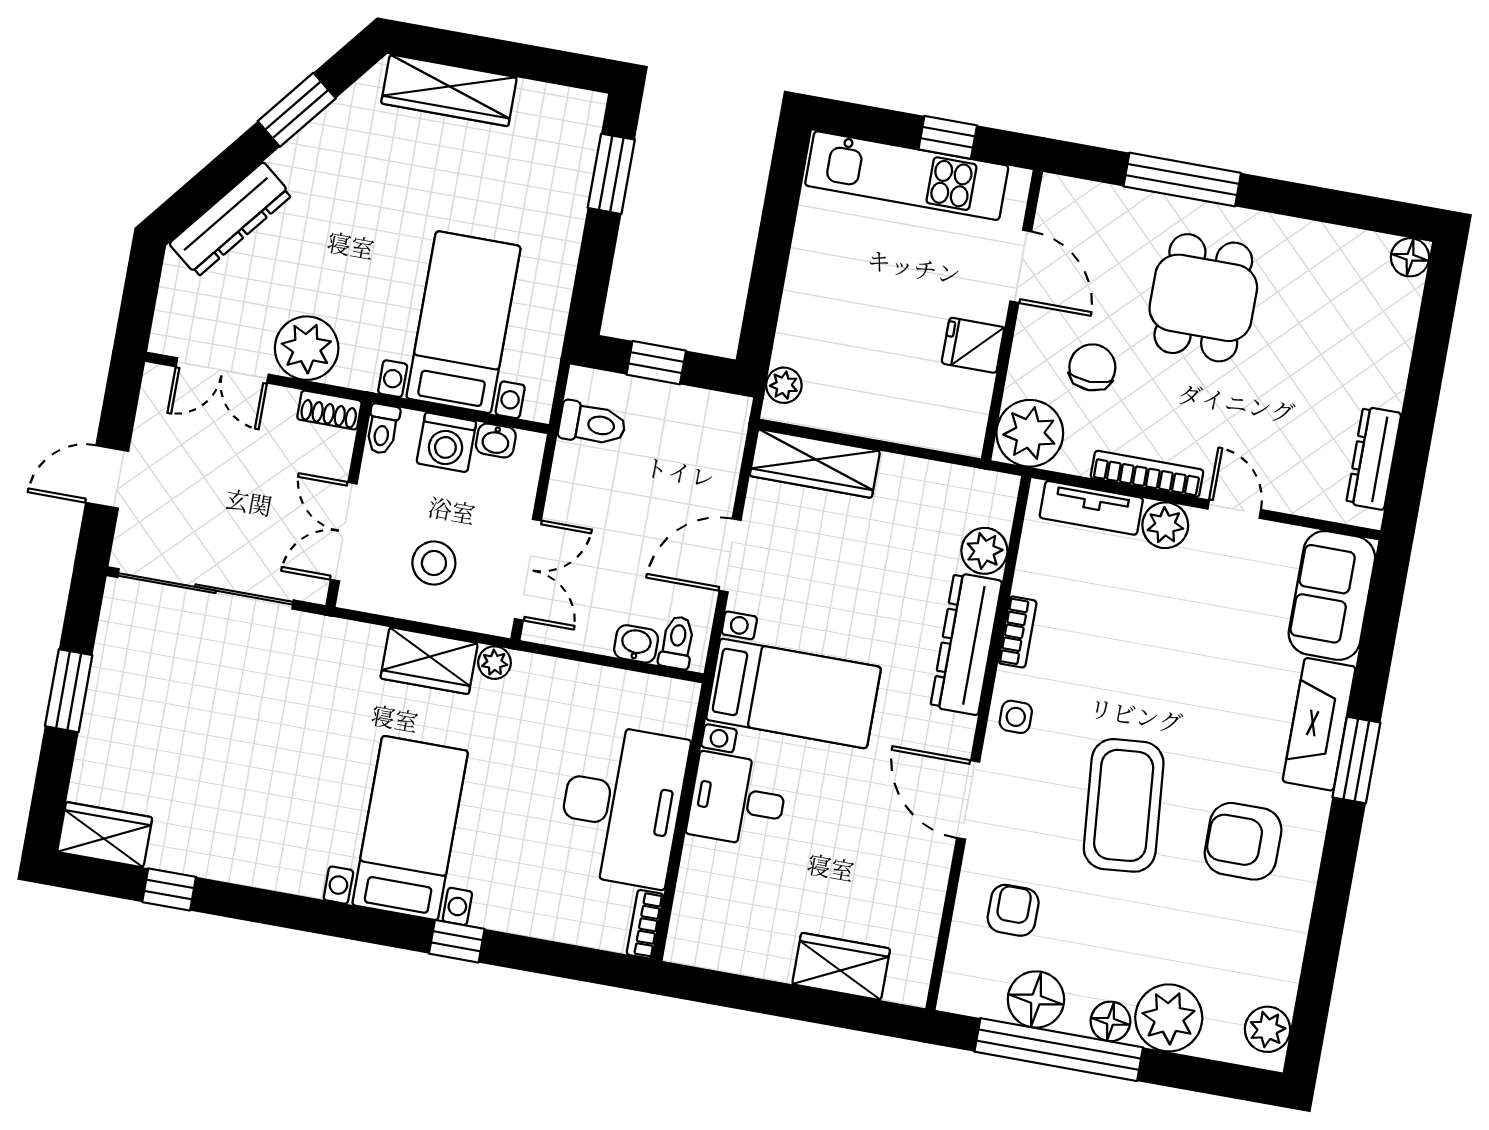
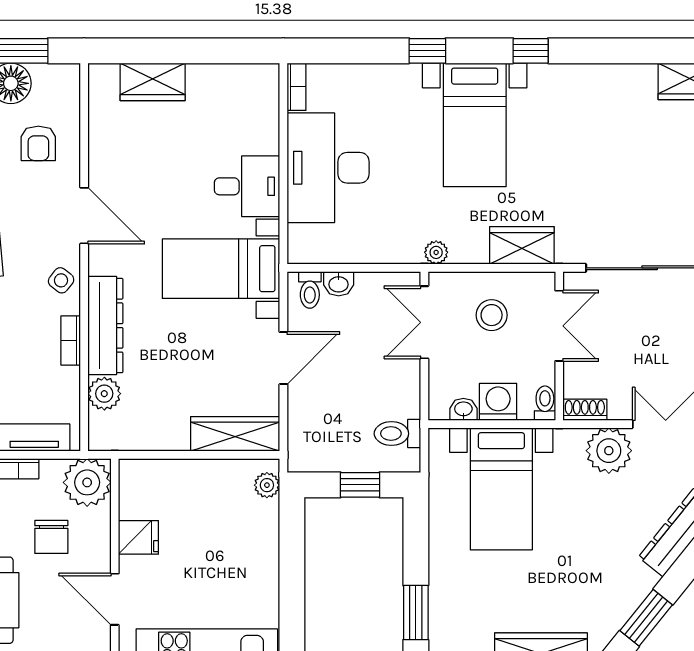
wardrobe: (429, 661) -> (522, 245), moved
side table: (1016, 717) -> (61, 280), turned 38
window: (169, 889) -> (531, 51), moved

